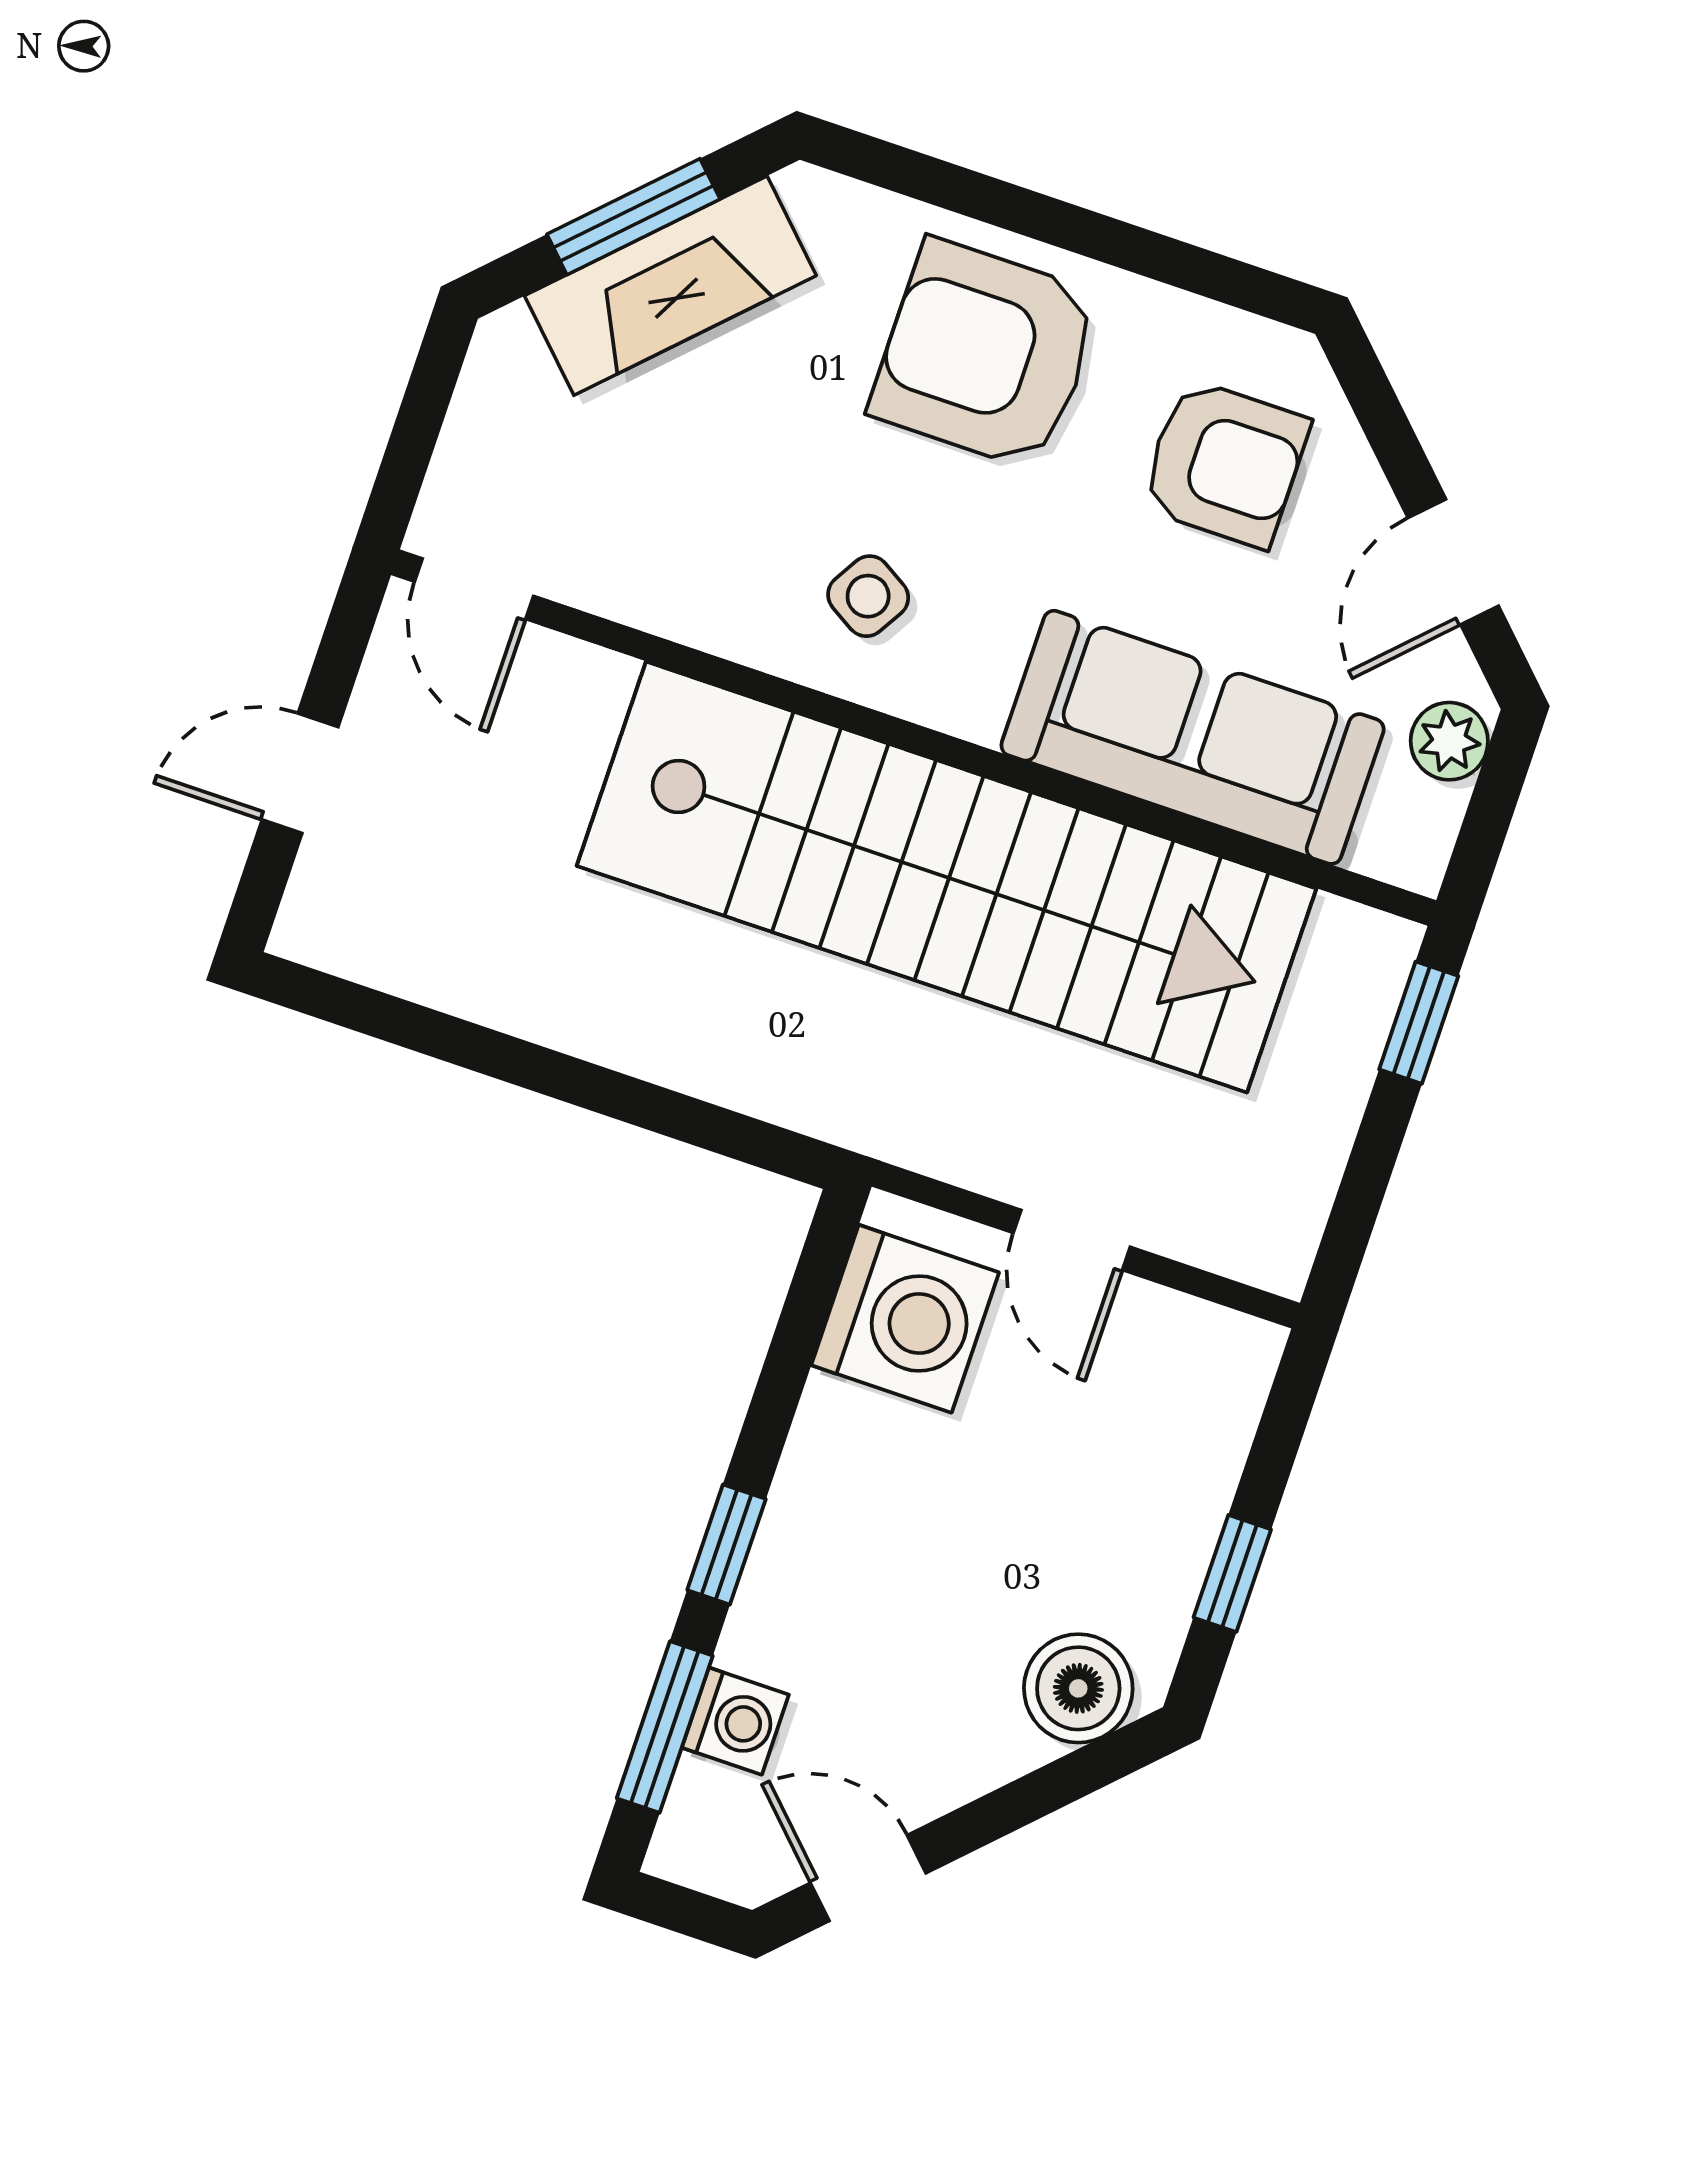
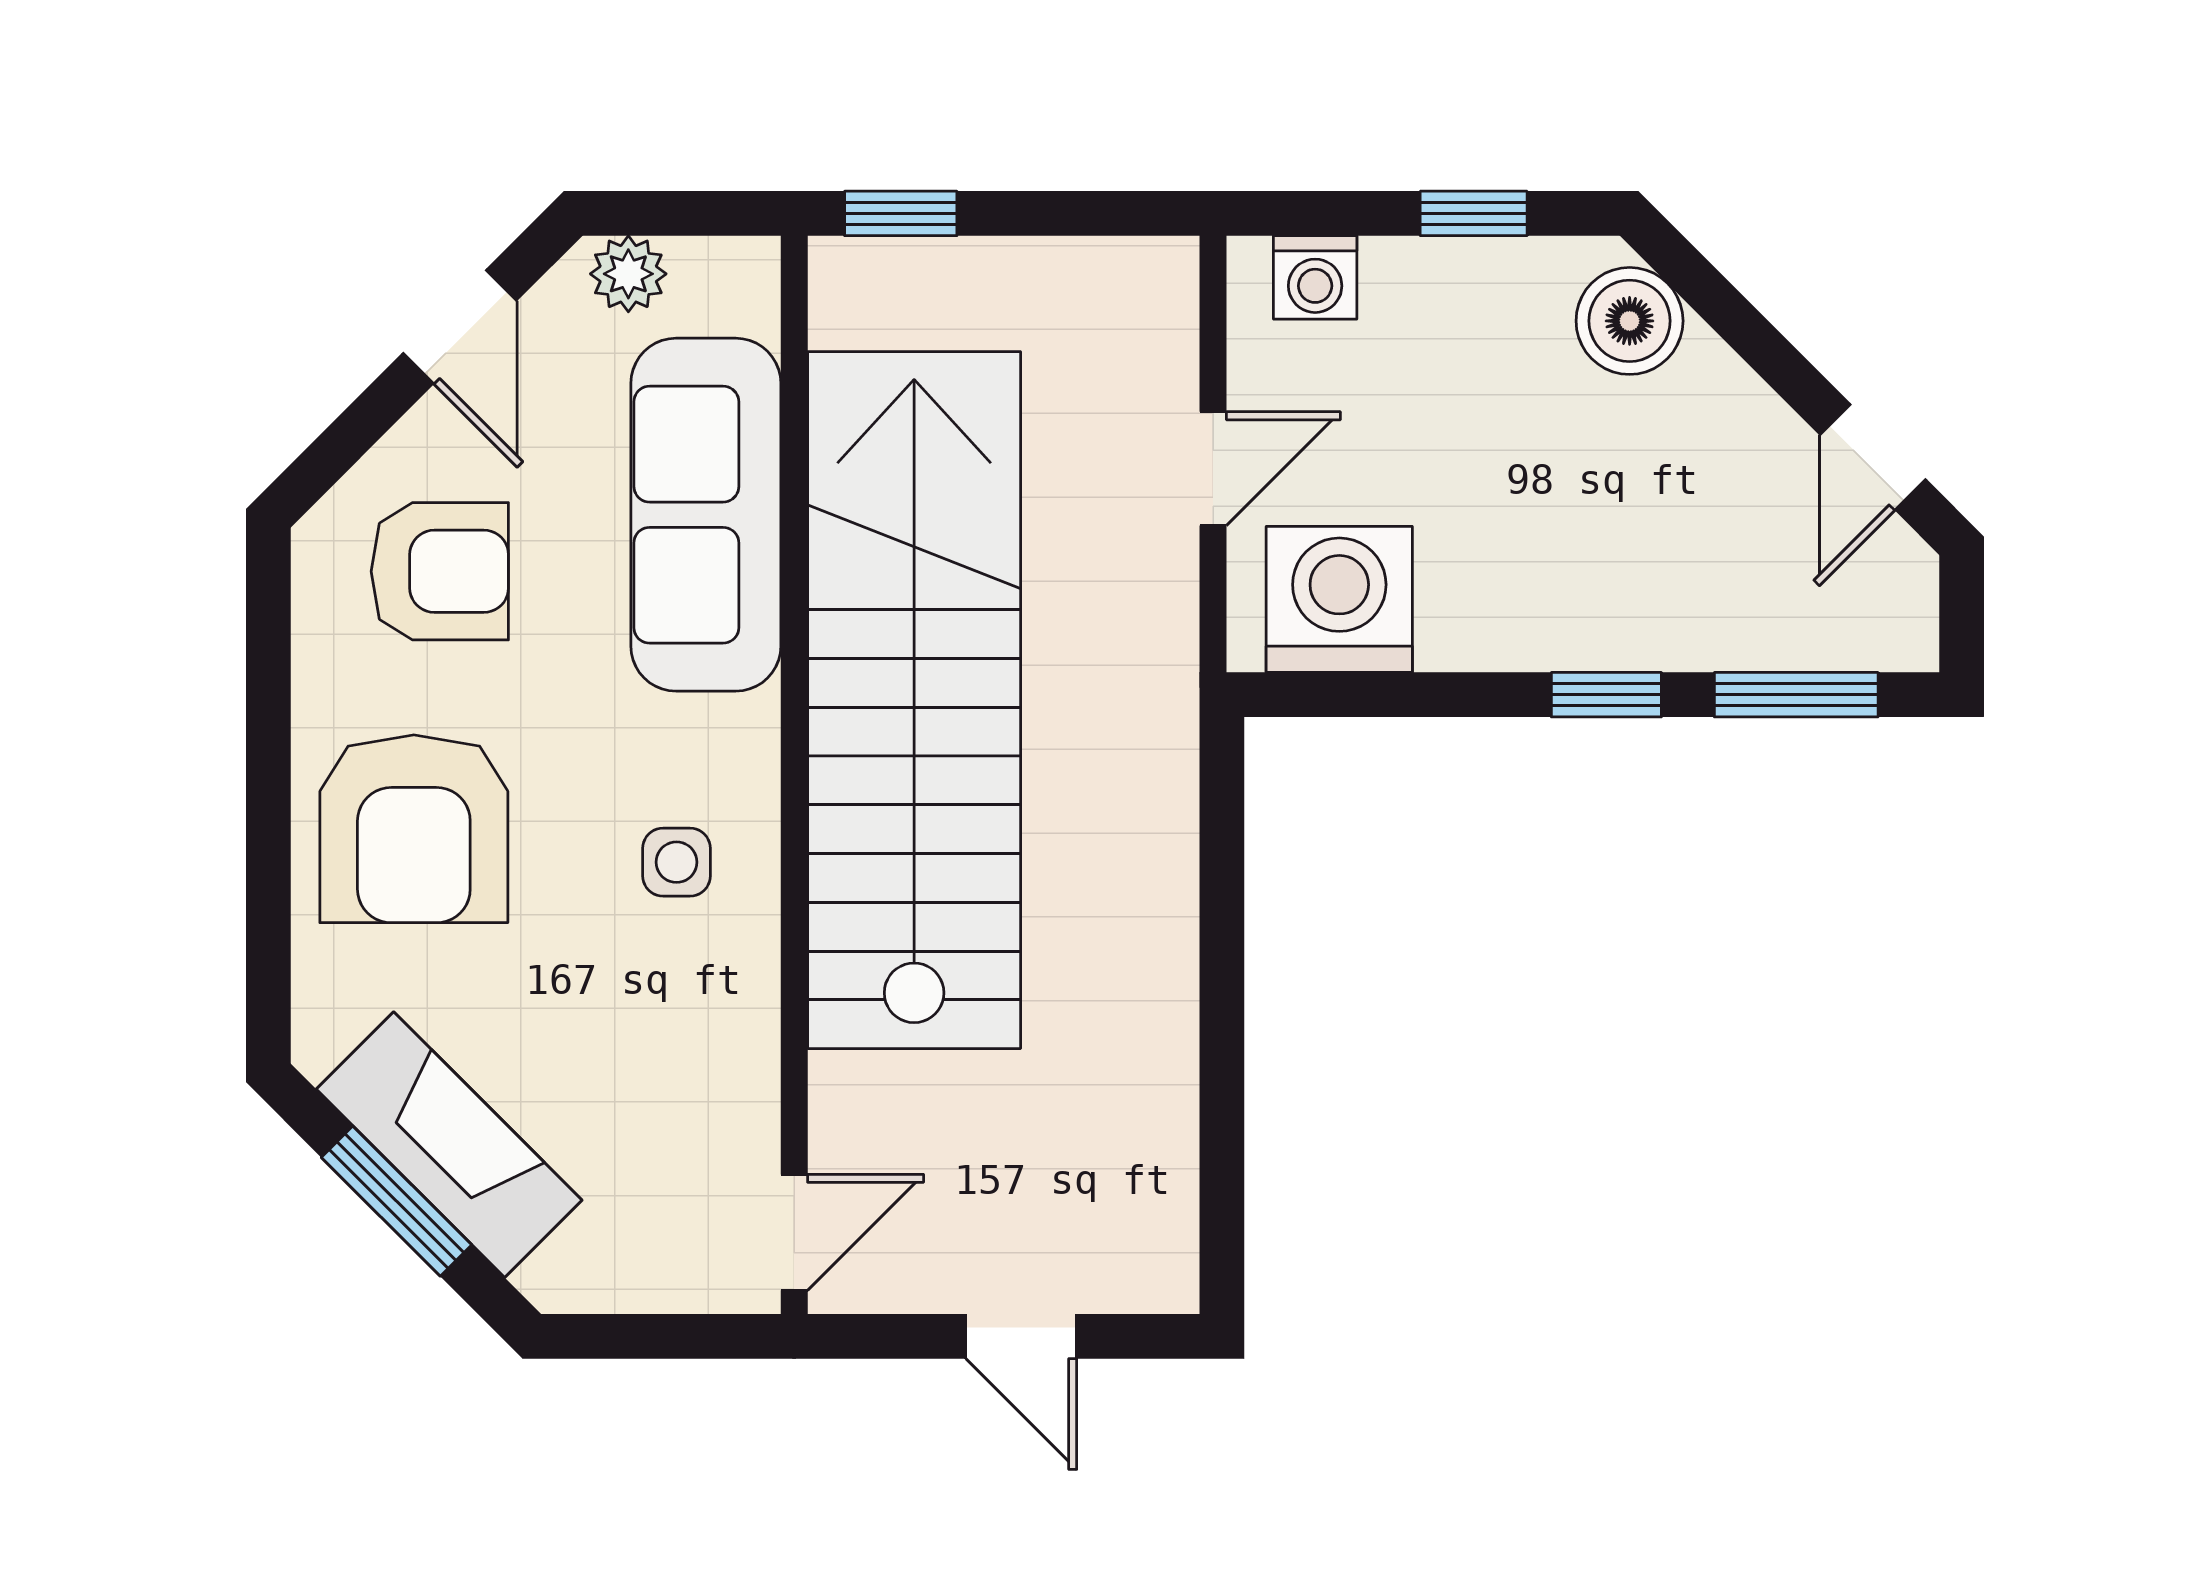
armchair: (1225, 463) -> (440, 571), turned 90
door: (1453, 562) -> (460, 327), hinge flipped
side table: (868, 596) -> (677, 862), turned -31
washing machine: (735, 1721) -> (1315, 277), moved, turned 180

